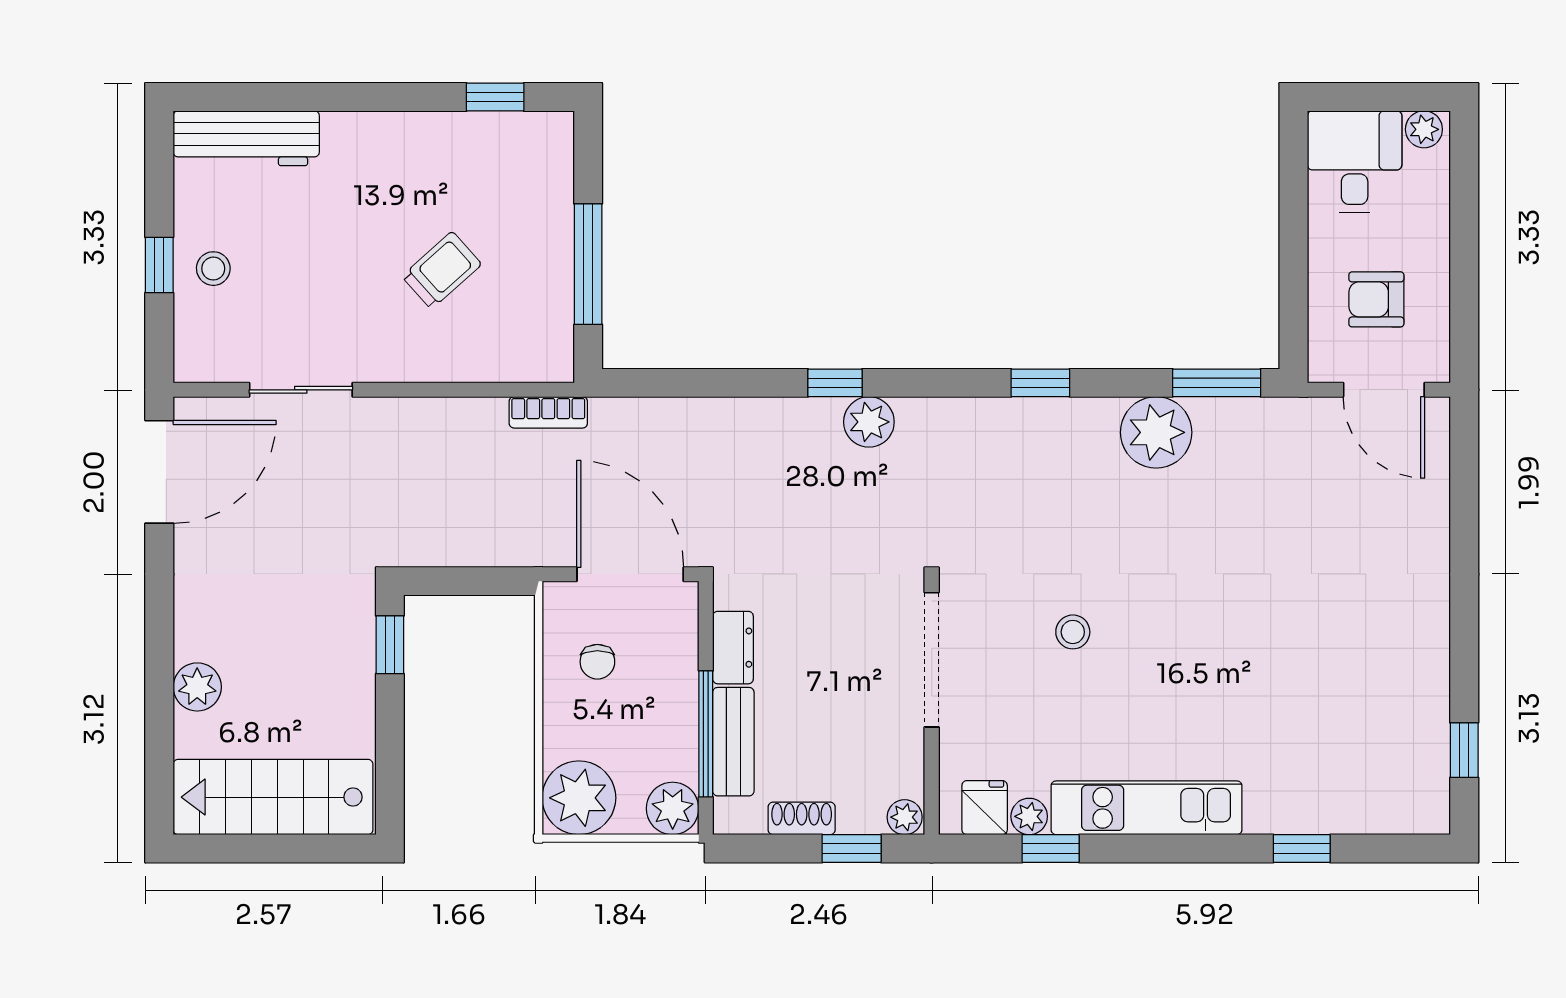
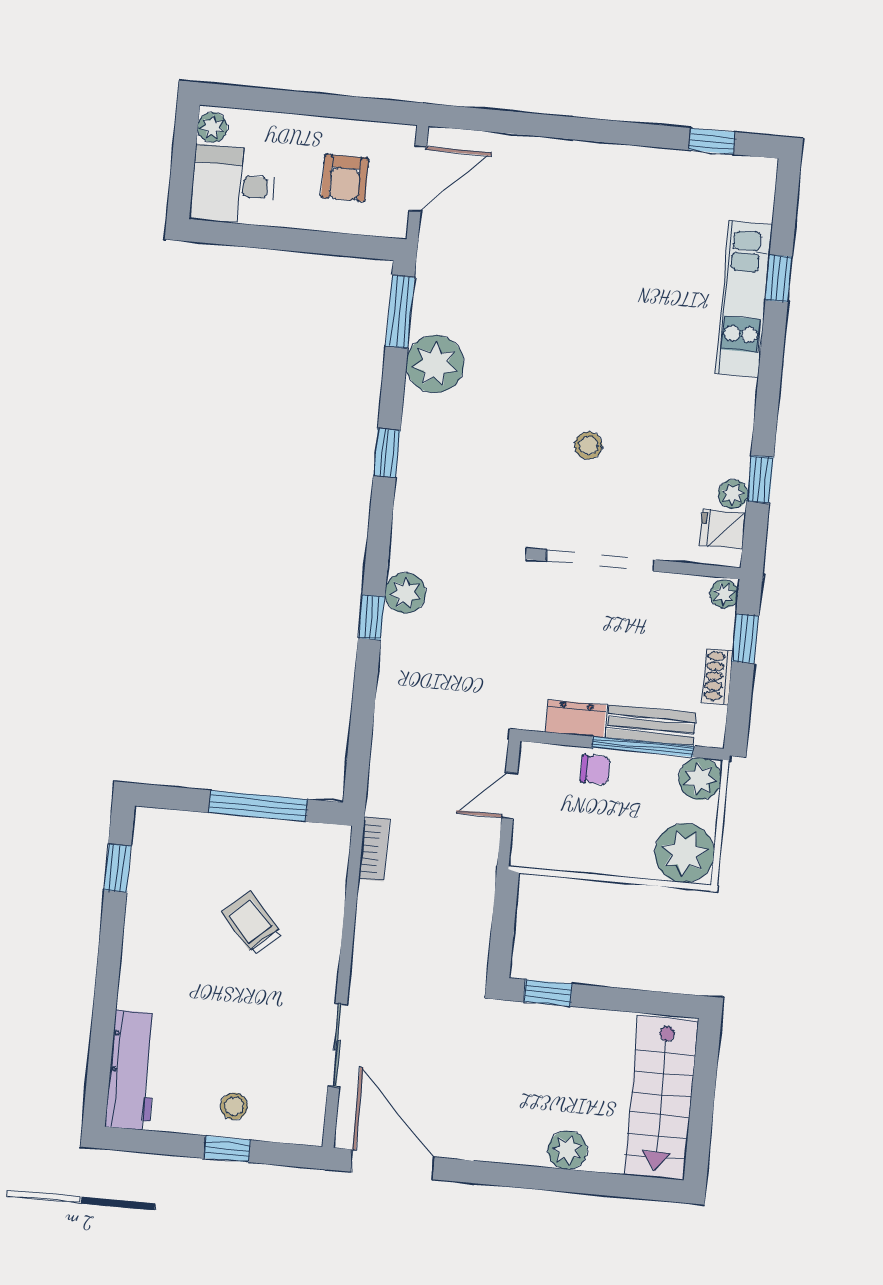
door: (630, 574) -> (509, 795), width x0.53
chair: (597, 662) -> (595, 770), moved
kitchen unit: (1146, 808) -> (744, 299), moved

